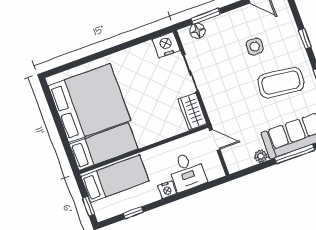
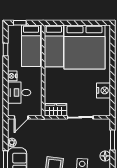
floor lamp: (197, 31) -> (105, 156), moved
nightstand: (166, 45) -> (104, 90), moved
door: (215, 140) -> (21, 117), moved

